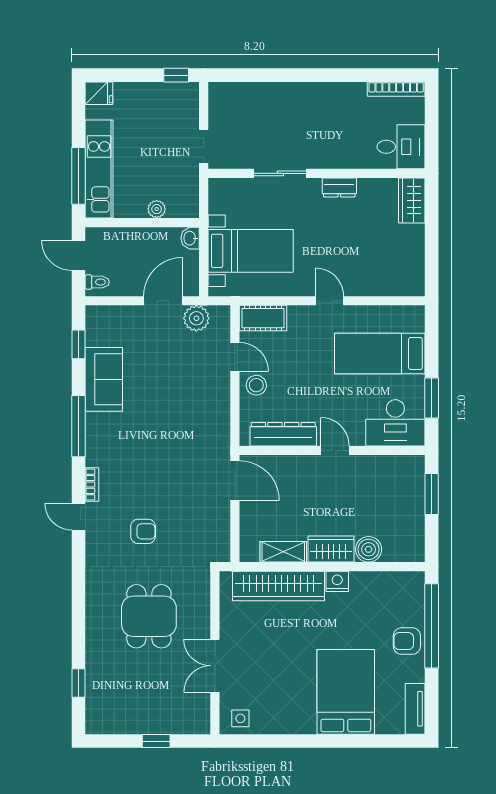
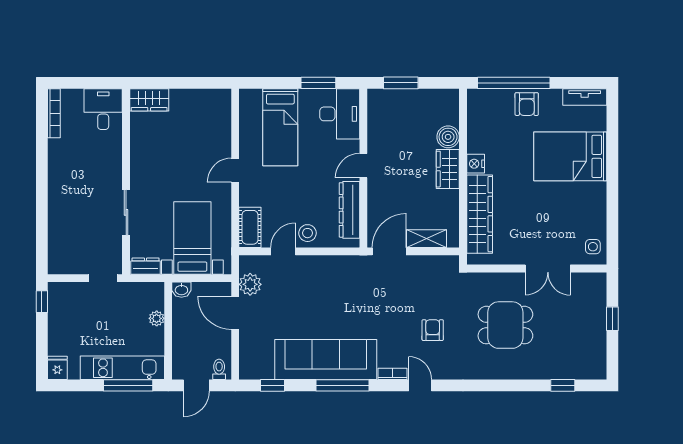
dresser: (339, 187) -> (146, 266), moved, turned -90
sofa: (104, 379) -> (326, 359), width x1.85, depth x1.27
door: (79, 517) -> (420, 385), swing flipped
shelving: (283, 552) -> (426, 239), moved, turned 90

